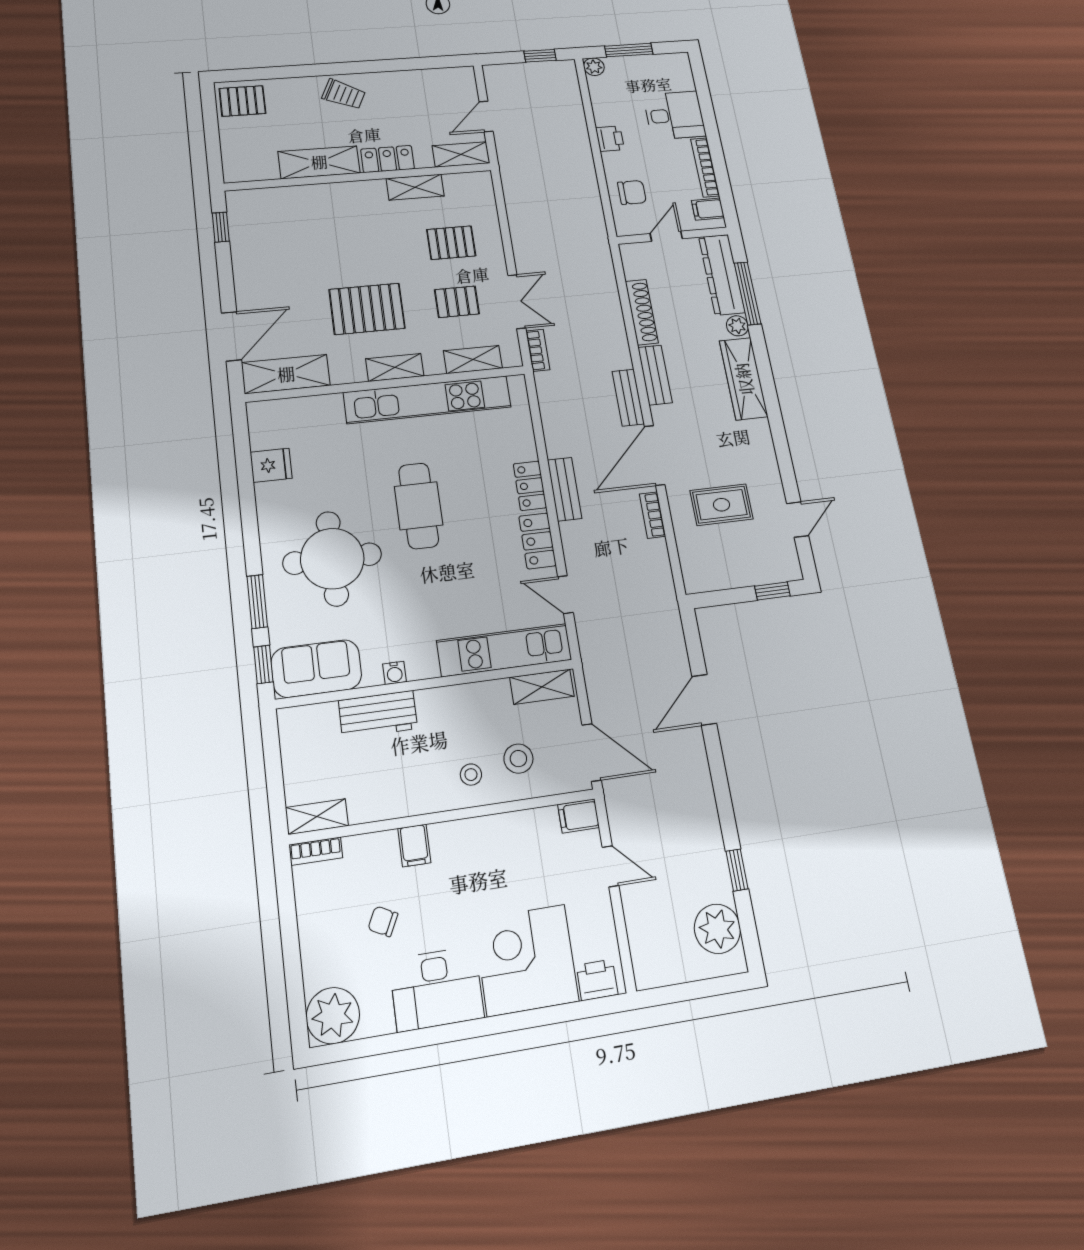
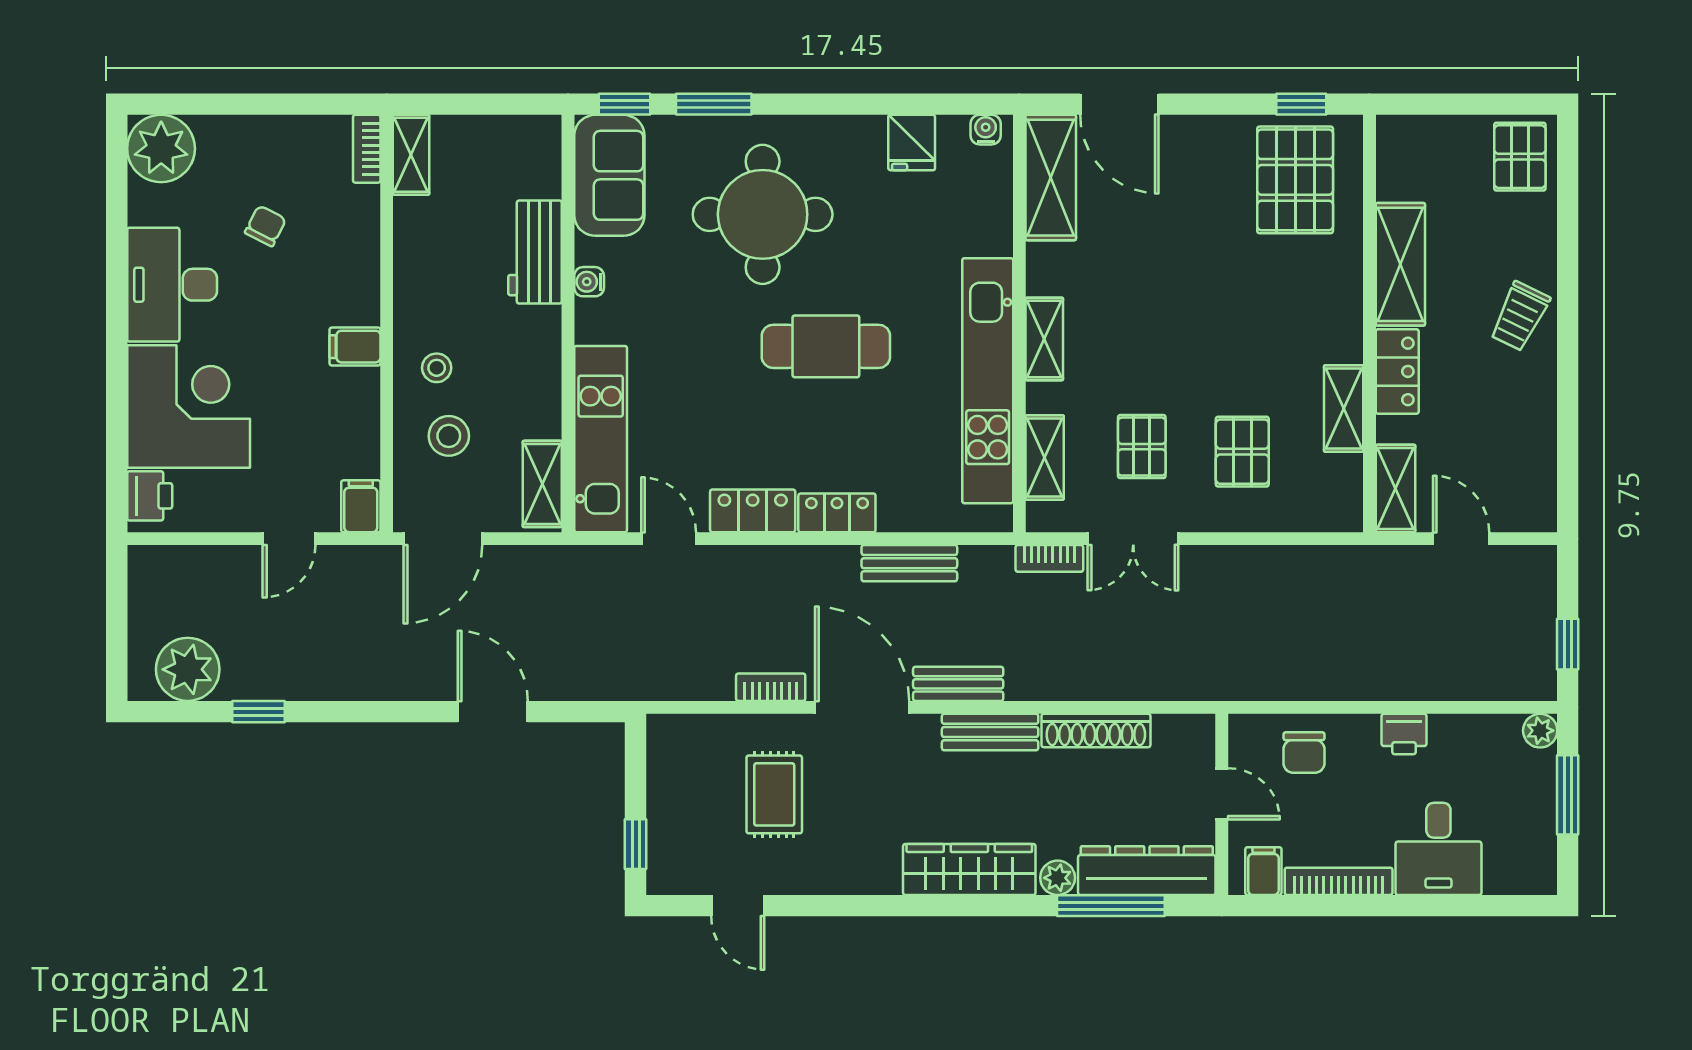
pallet: (367, 309) -> (1295, 180), moved
water cooler: (257, 418) -> (986, 130), added
bench: (564, 489) -> (909, 563), moved
door: (565, 595) -> (669, 539), hinge flipped
filing cabinet: (414, 846) -> (355, 347), moved

